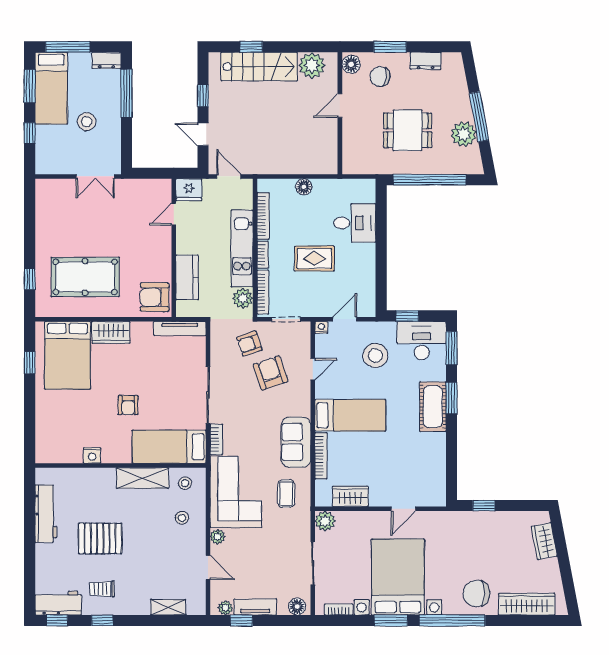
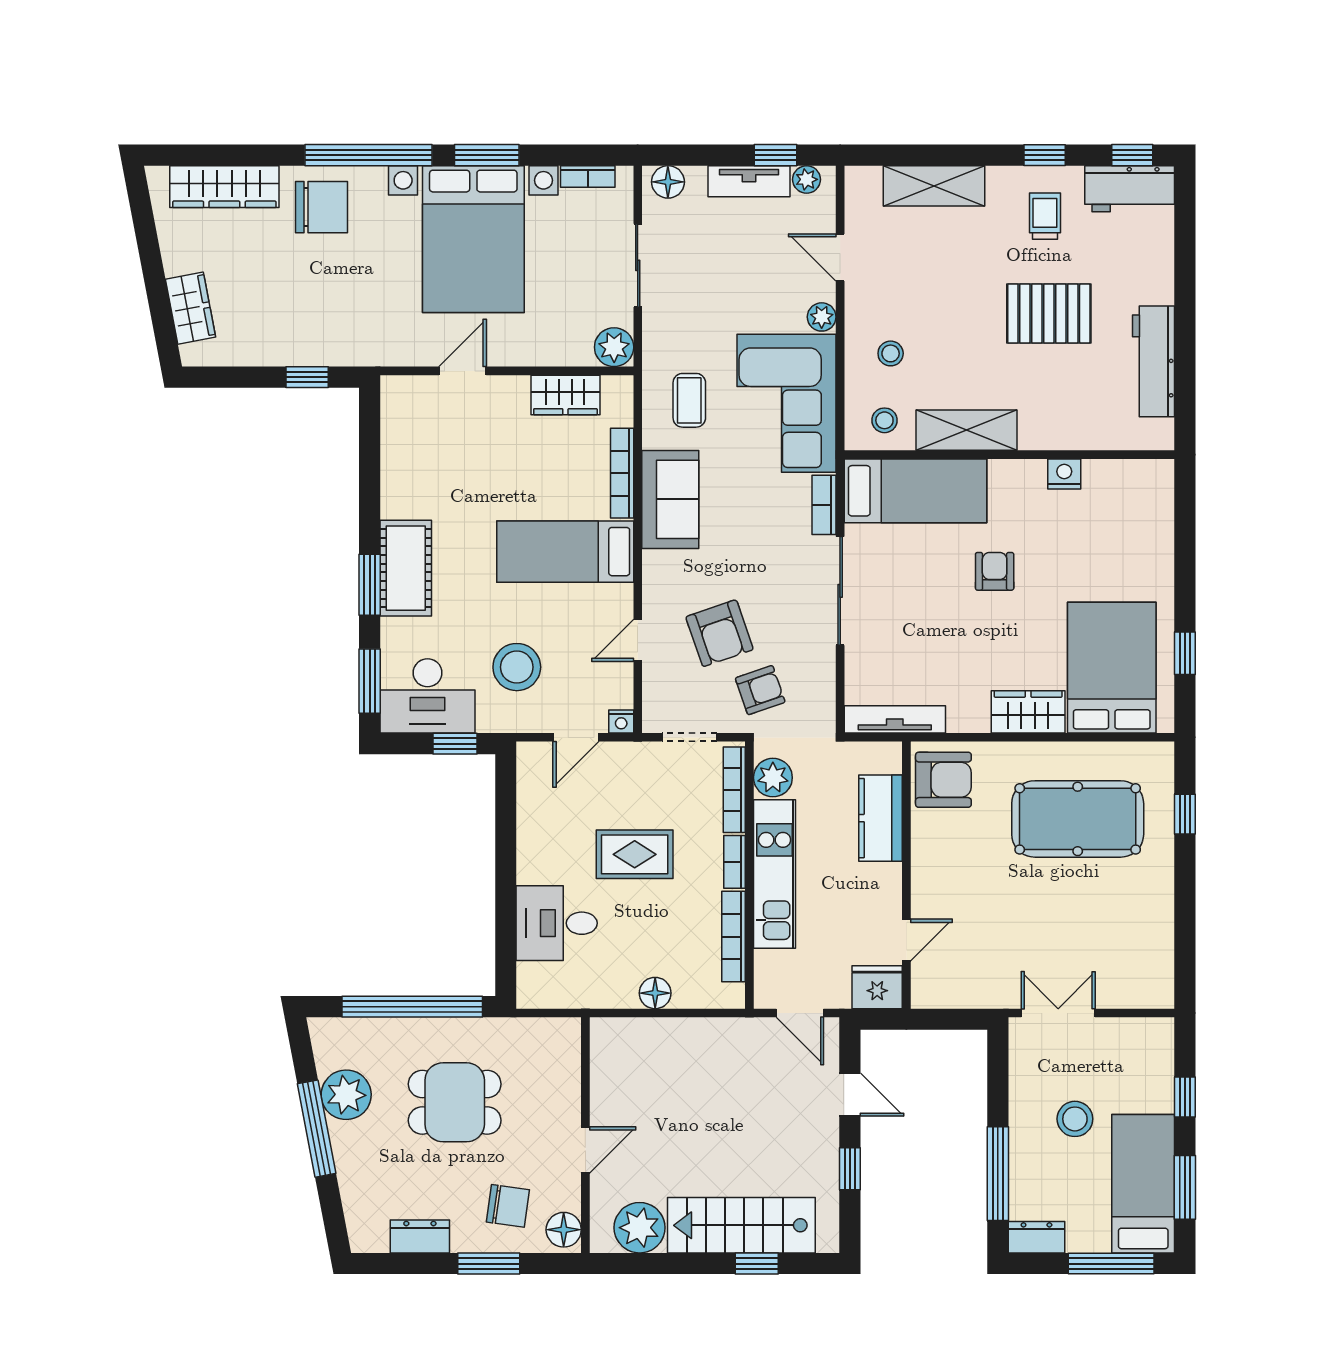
trolley: (102, 589) -> (1045, 216), turned -90
shelving: (168, 607) -> (934, 186), width x1.50, depth x1.33

